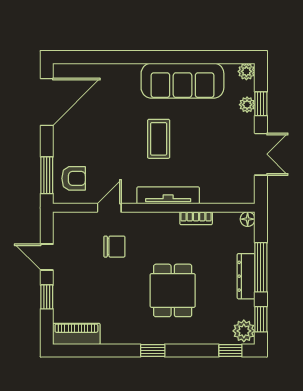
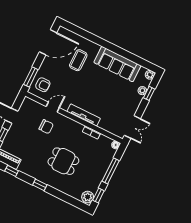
coffee table: (159, 139) -> (78, 60), moved
double door: (261, 154) -> (132, 127), moved
dresser: (246, 276) -> (102, 172), removed
dining table: (173, 290) -> (63, 161), turned 90
window: (230, 351) -> (12, 171), moved

